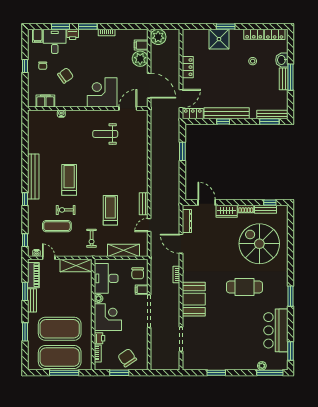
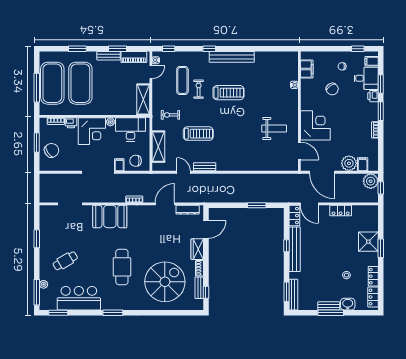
window: (165, 27) -> (381, 188), added
window: (25, 66) -> (358, 49), moved
door: (149, 86) -> (322, 172), hinge flipped
weight bench: (105, 134) -> (274, 129), turned 90
cafe table: (238, 344) -> (65, 261), added

